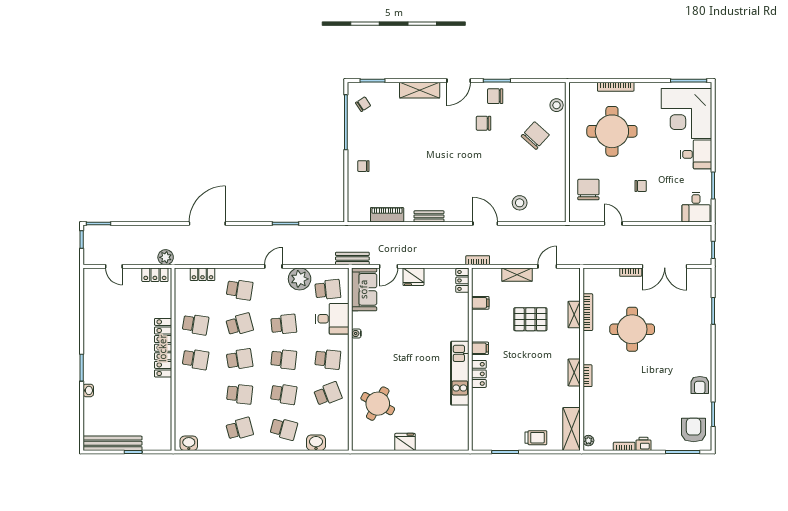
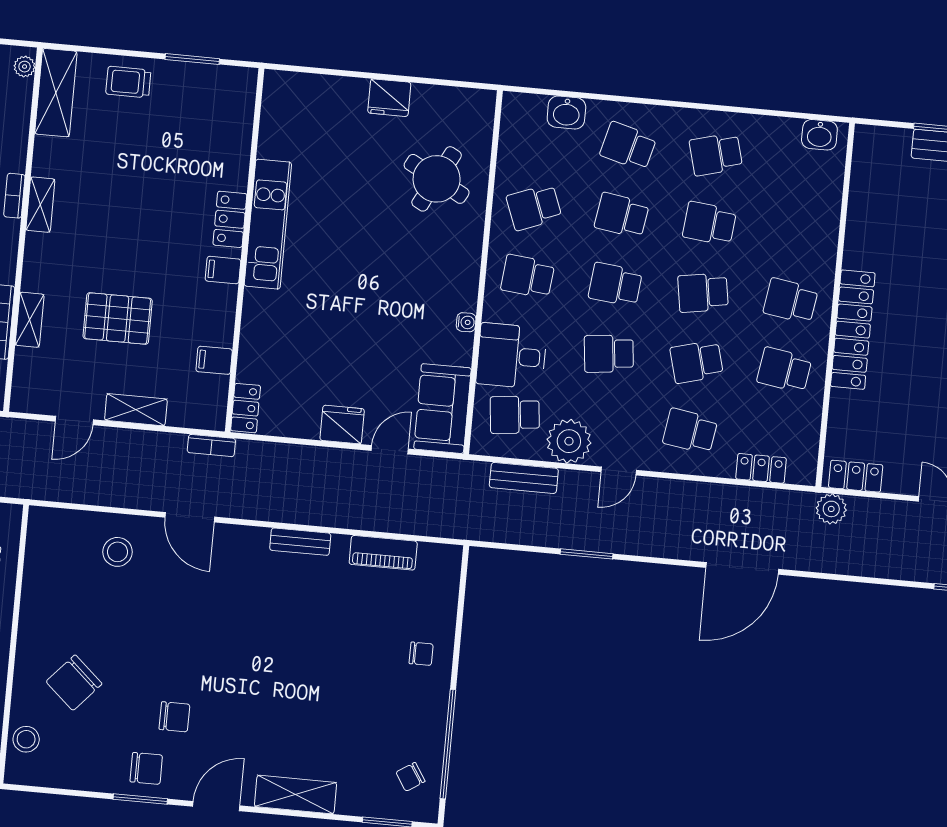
bench: (352, 258) -> (524, 478), moved

